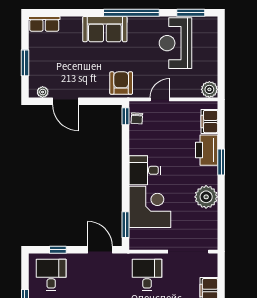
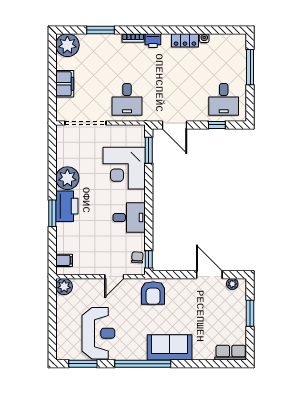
filing cabinet: (209, 122) -> (64, 260), width x0.50
printer: (207, 150) -> (67, 206), moved
desk: (145, 170) -> (129, 218), moved

